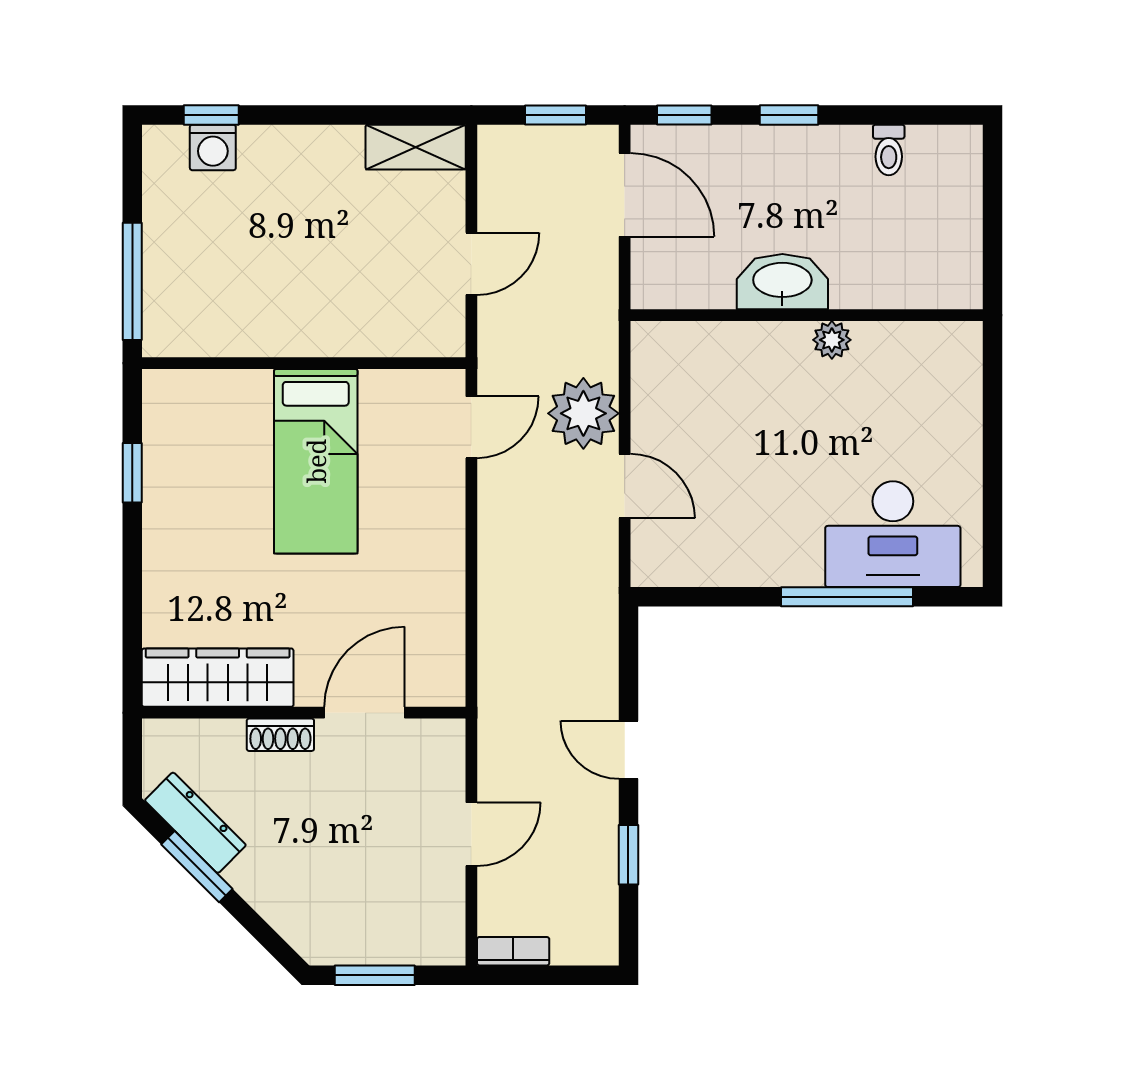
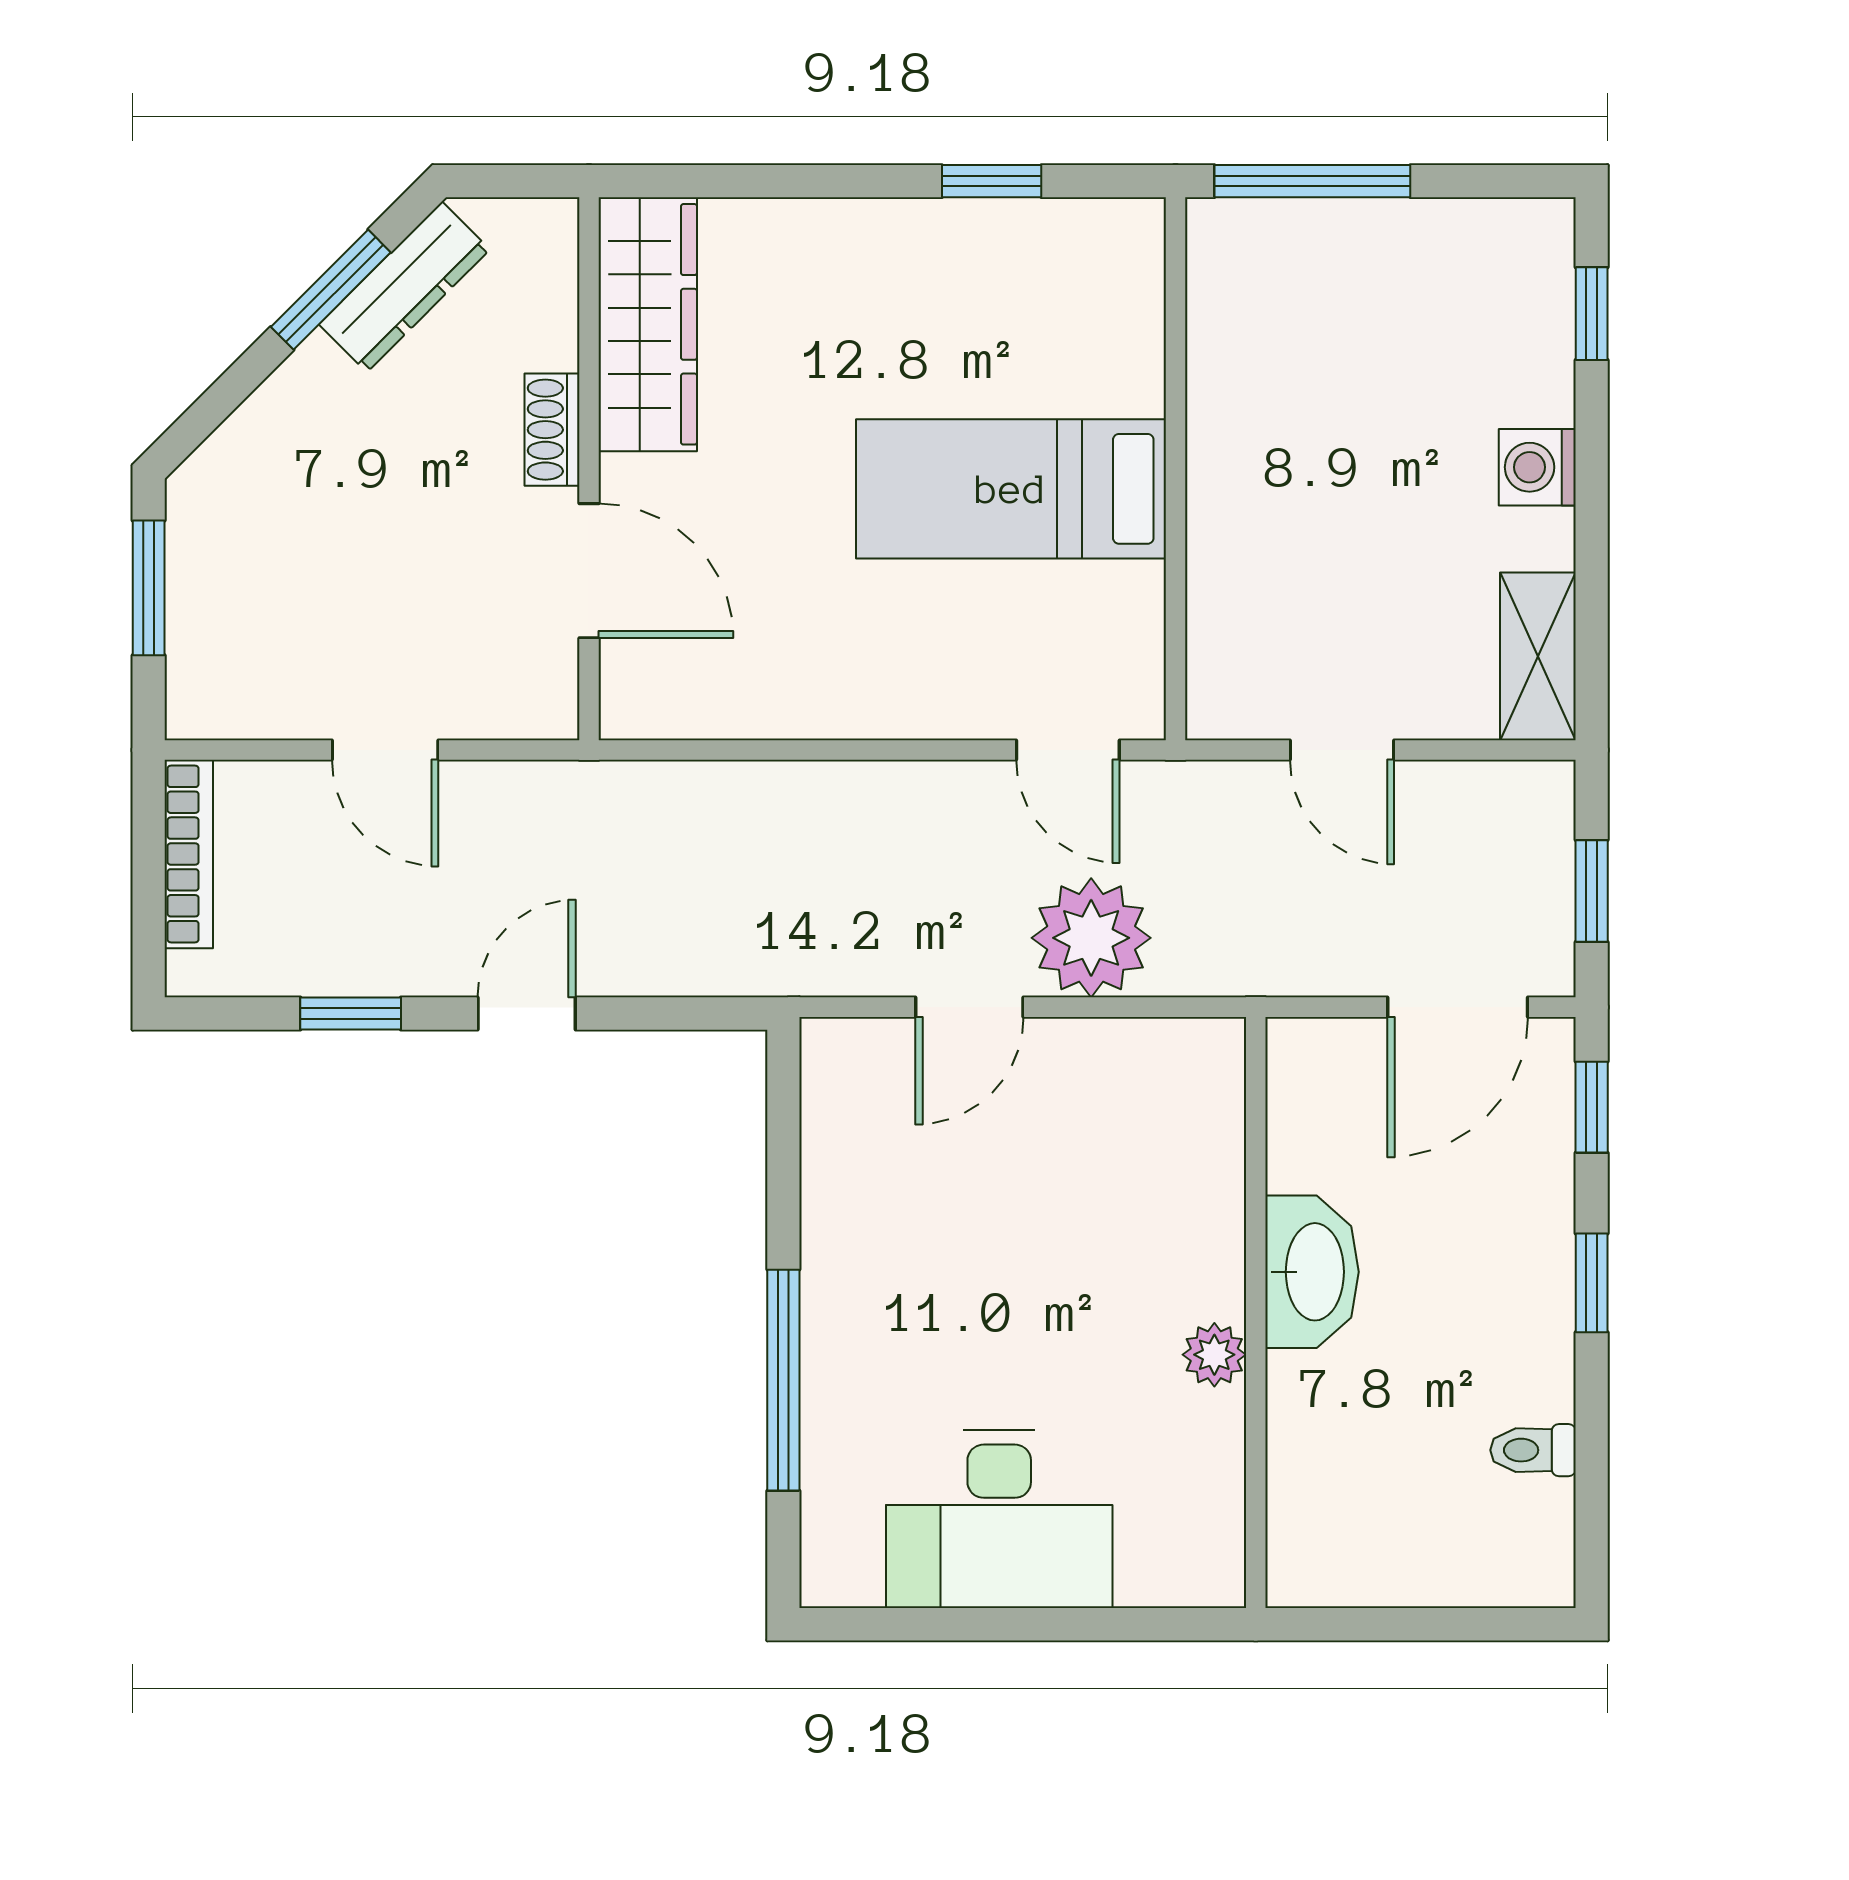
washing machine: (213, 147) -> (1537, 467), moved
desk: (893, 534) -> (999, 1519), moved, turned -90
bookcase: (513, 951) -> (189, 854), width x1.56

